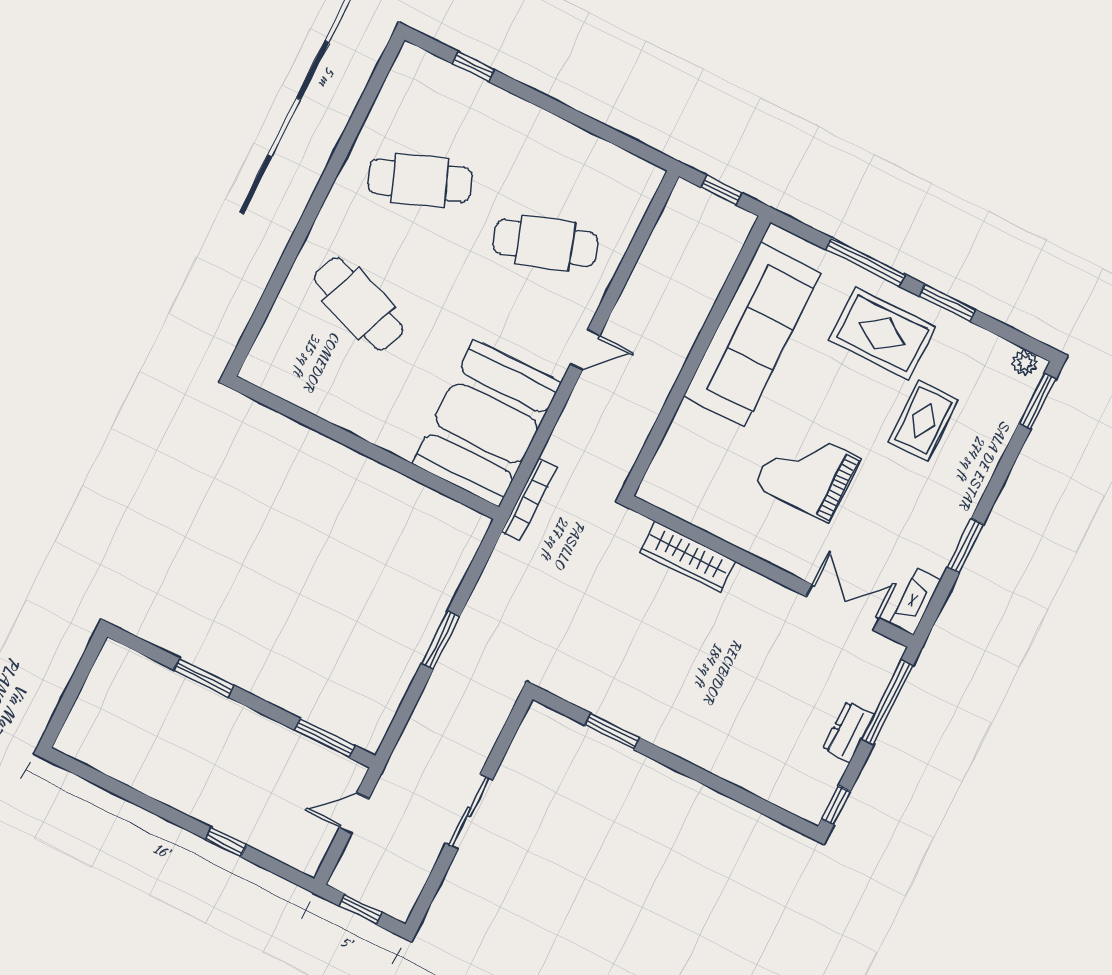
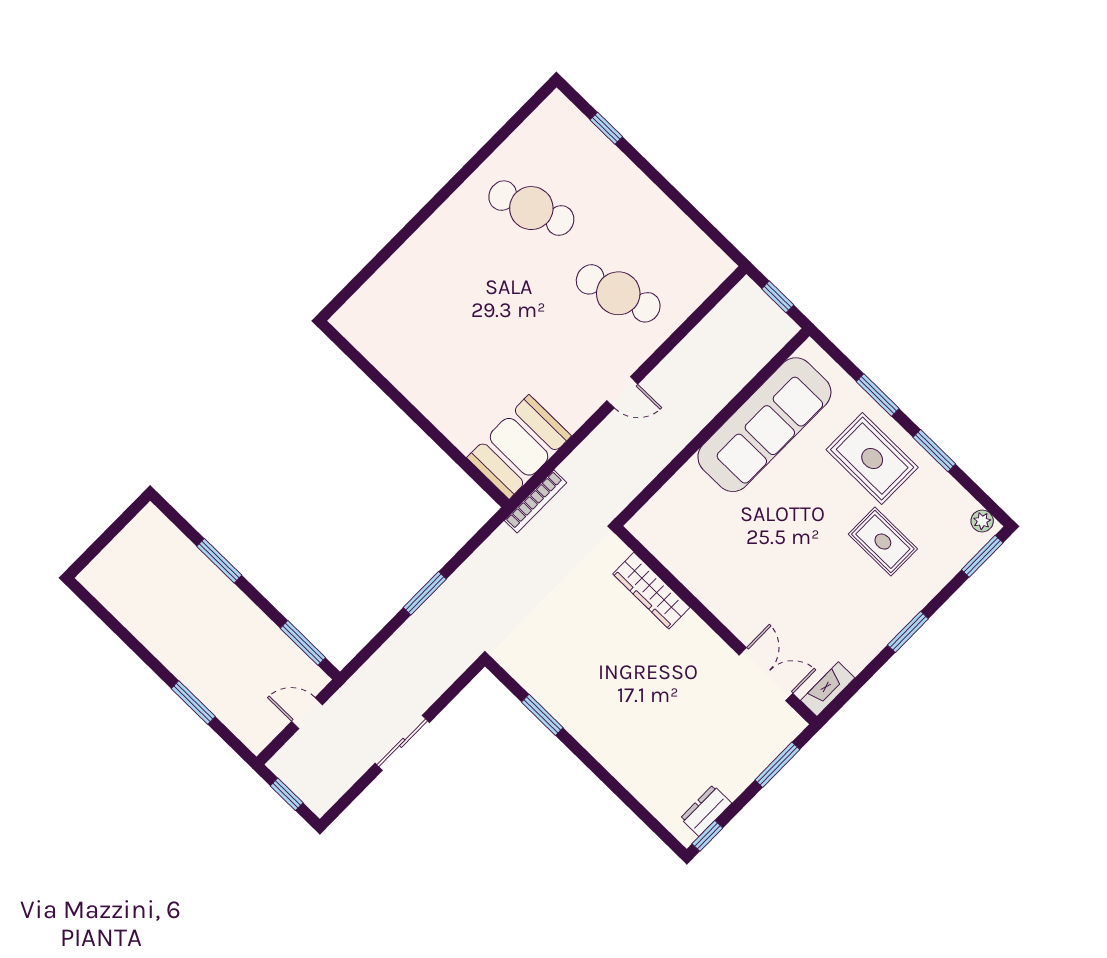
window: (865, 262) -> (878, 395), width x0.69
cafe table: (359, 304) -> (447, 293), removed
rug: (923, 421) -> (883, 542), turned 90
booth: (487, 423) -> (519, 447), width x0.73, depth x0.70
grand piano: (807, 472) -> (773, 553), removed
window: (965, 546) -> (908, 632), moved
window: (887, 702) -> (777, 765), width x0.69
dresser: (848, 732) -> (706, 811), moved
window: (226, 842) -> (193, 703), width x1.50

